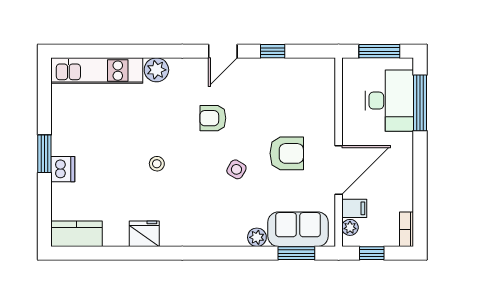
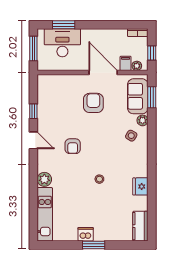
window: (420, 103) -> (64, 25), width x0.69
dishwasher: (63, 169) -> (86, 234), moved
side table: (236, 169) -> (131, 136), moved

